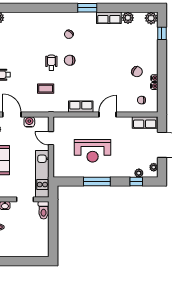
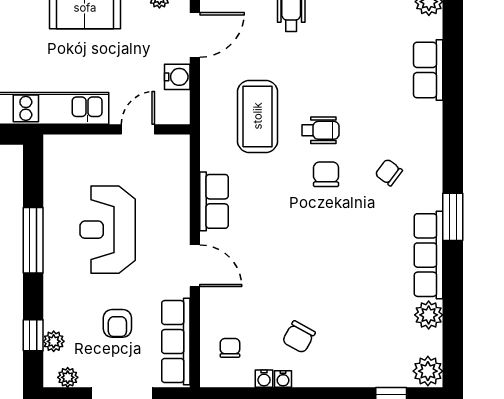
row of seats: (26, 18) -> (428, 70), added
row of seats: (109, 18) -> (429, 255), width x1.48
coffee table: (46, 89) -> (258, 116), width x1.86, depth x1.72
row of seats: (145, 122) -> (176, 342), width x1.48
armchair: (131, 147) -> (117, 323), added

